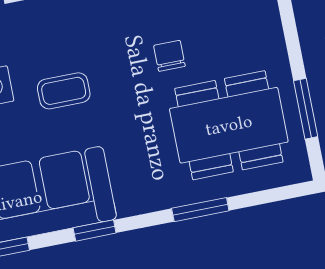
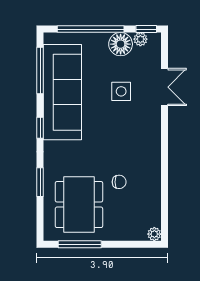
coffee table: (64, 91) -> (112, 126), removed
window: (306, 109) -> (80, 244), width x1.44

